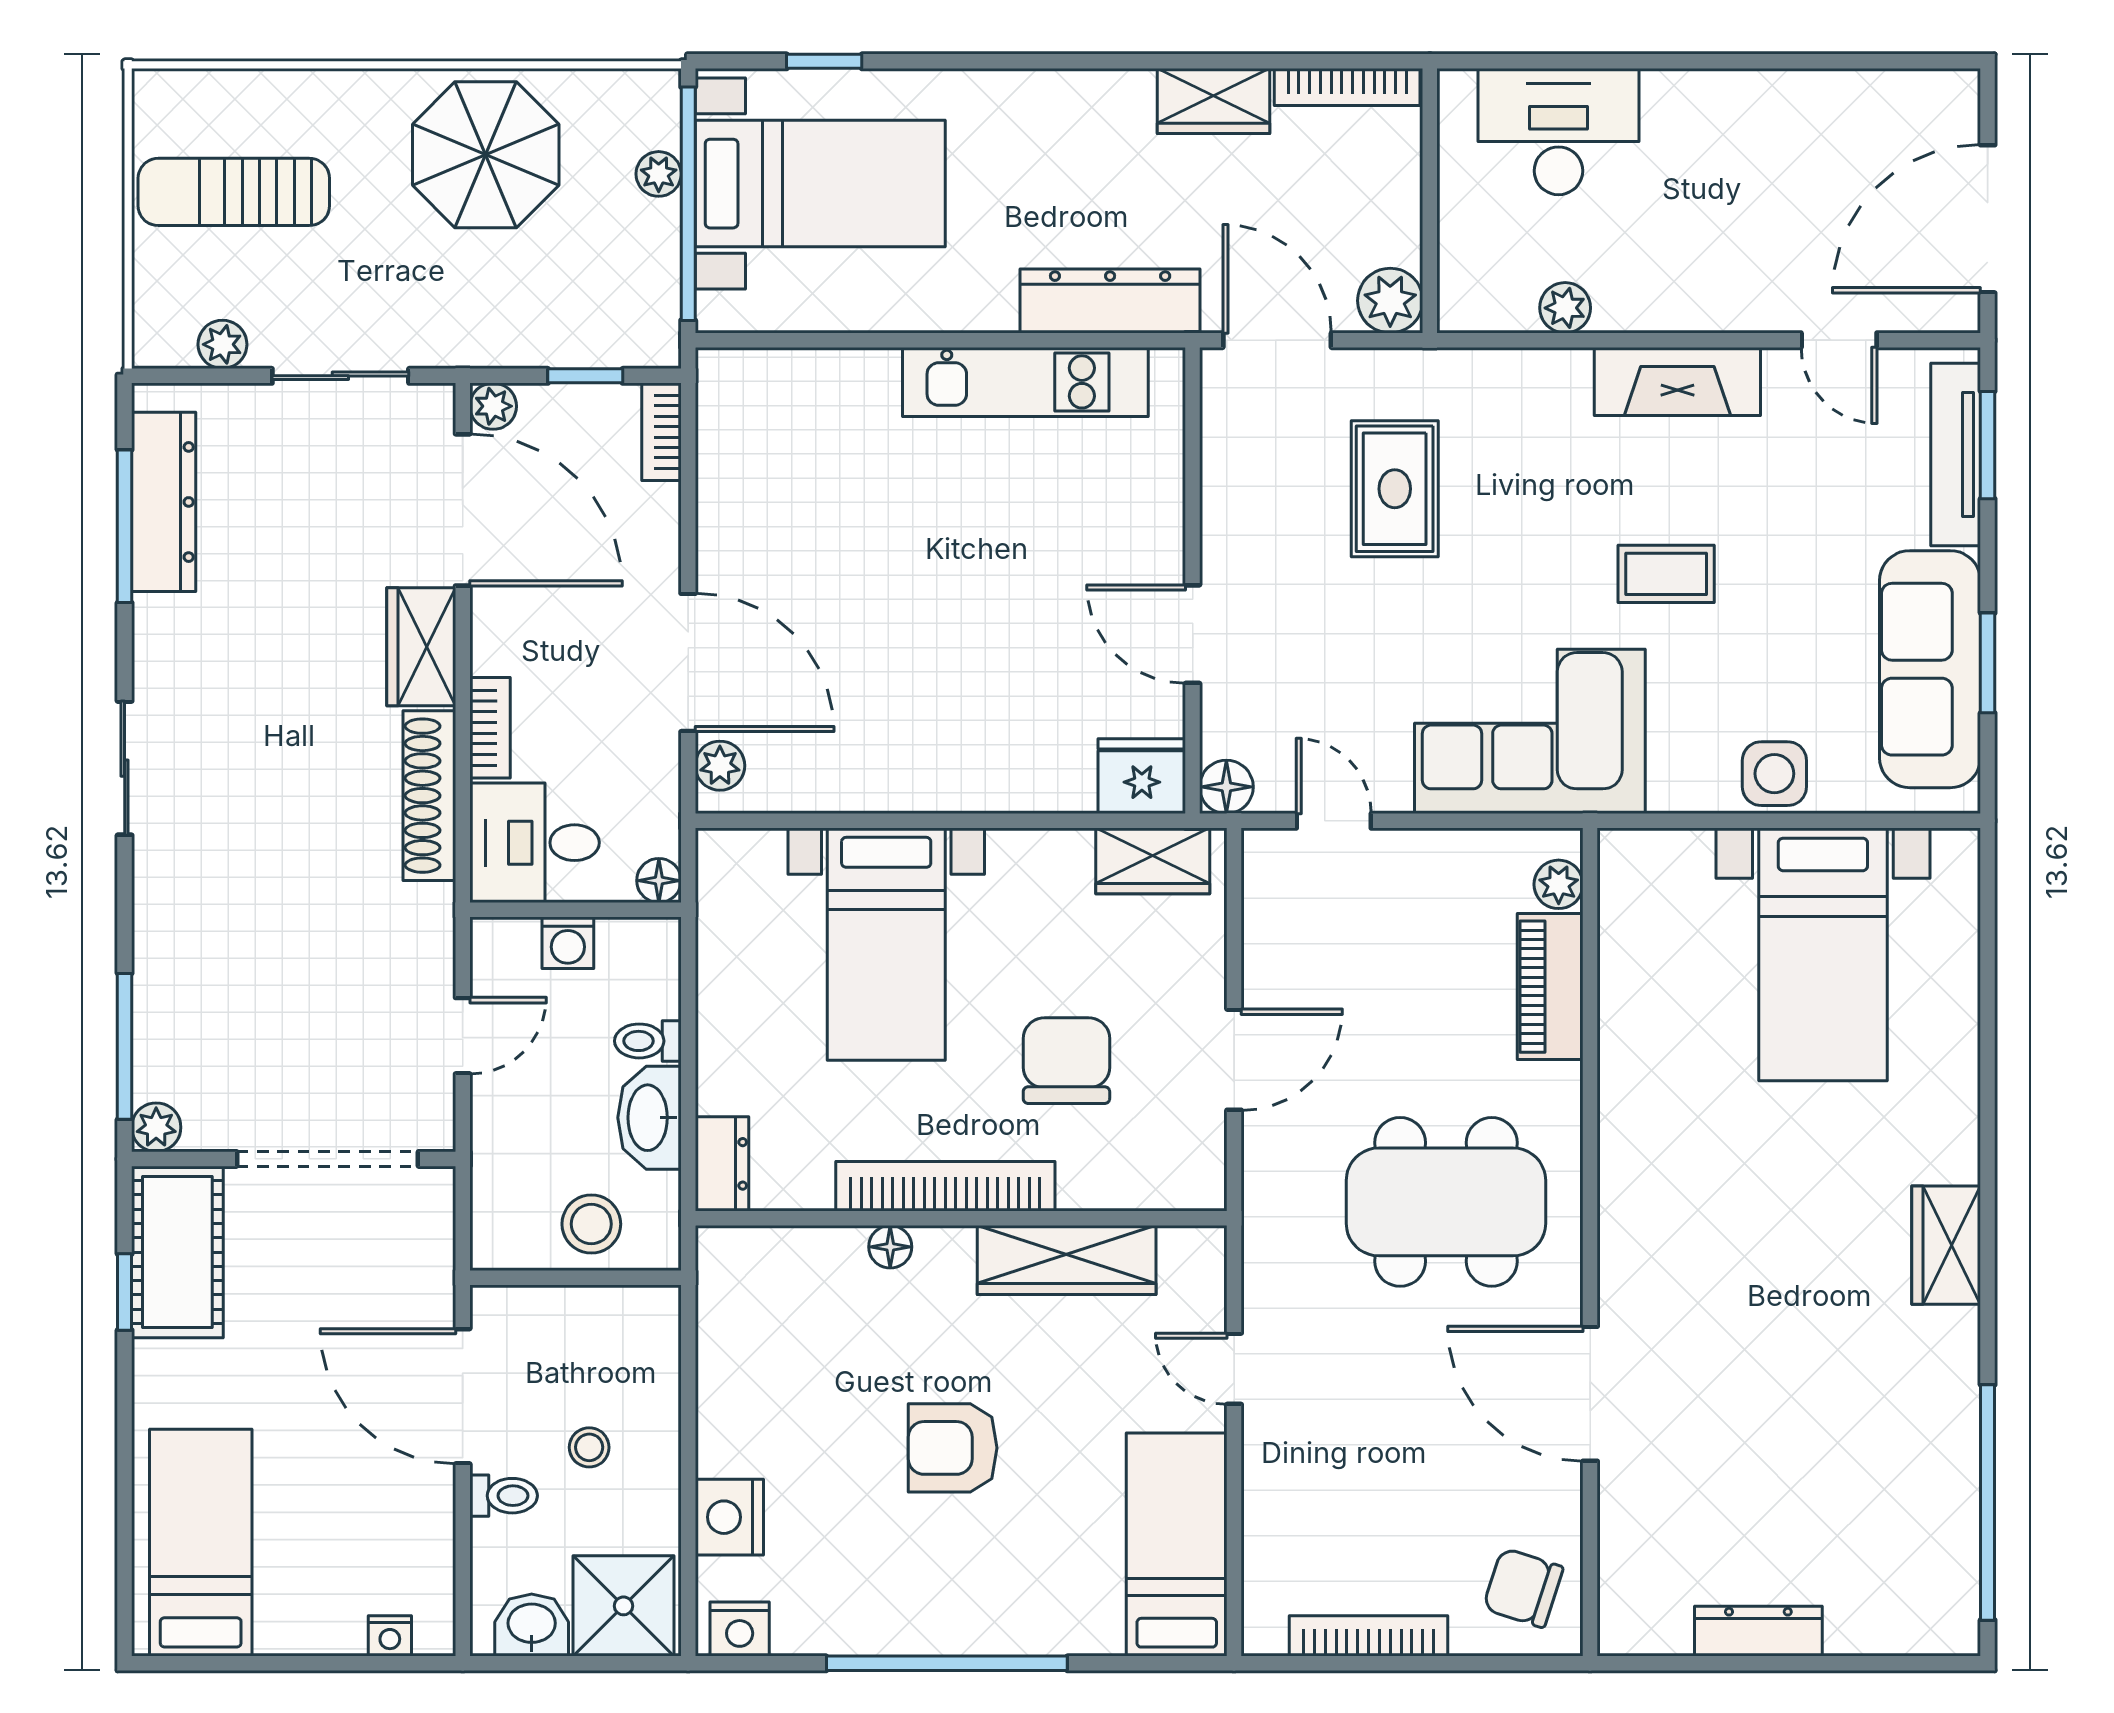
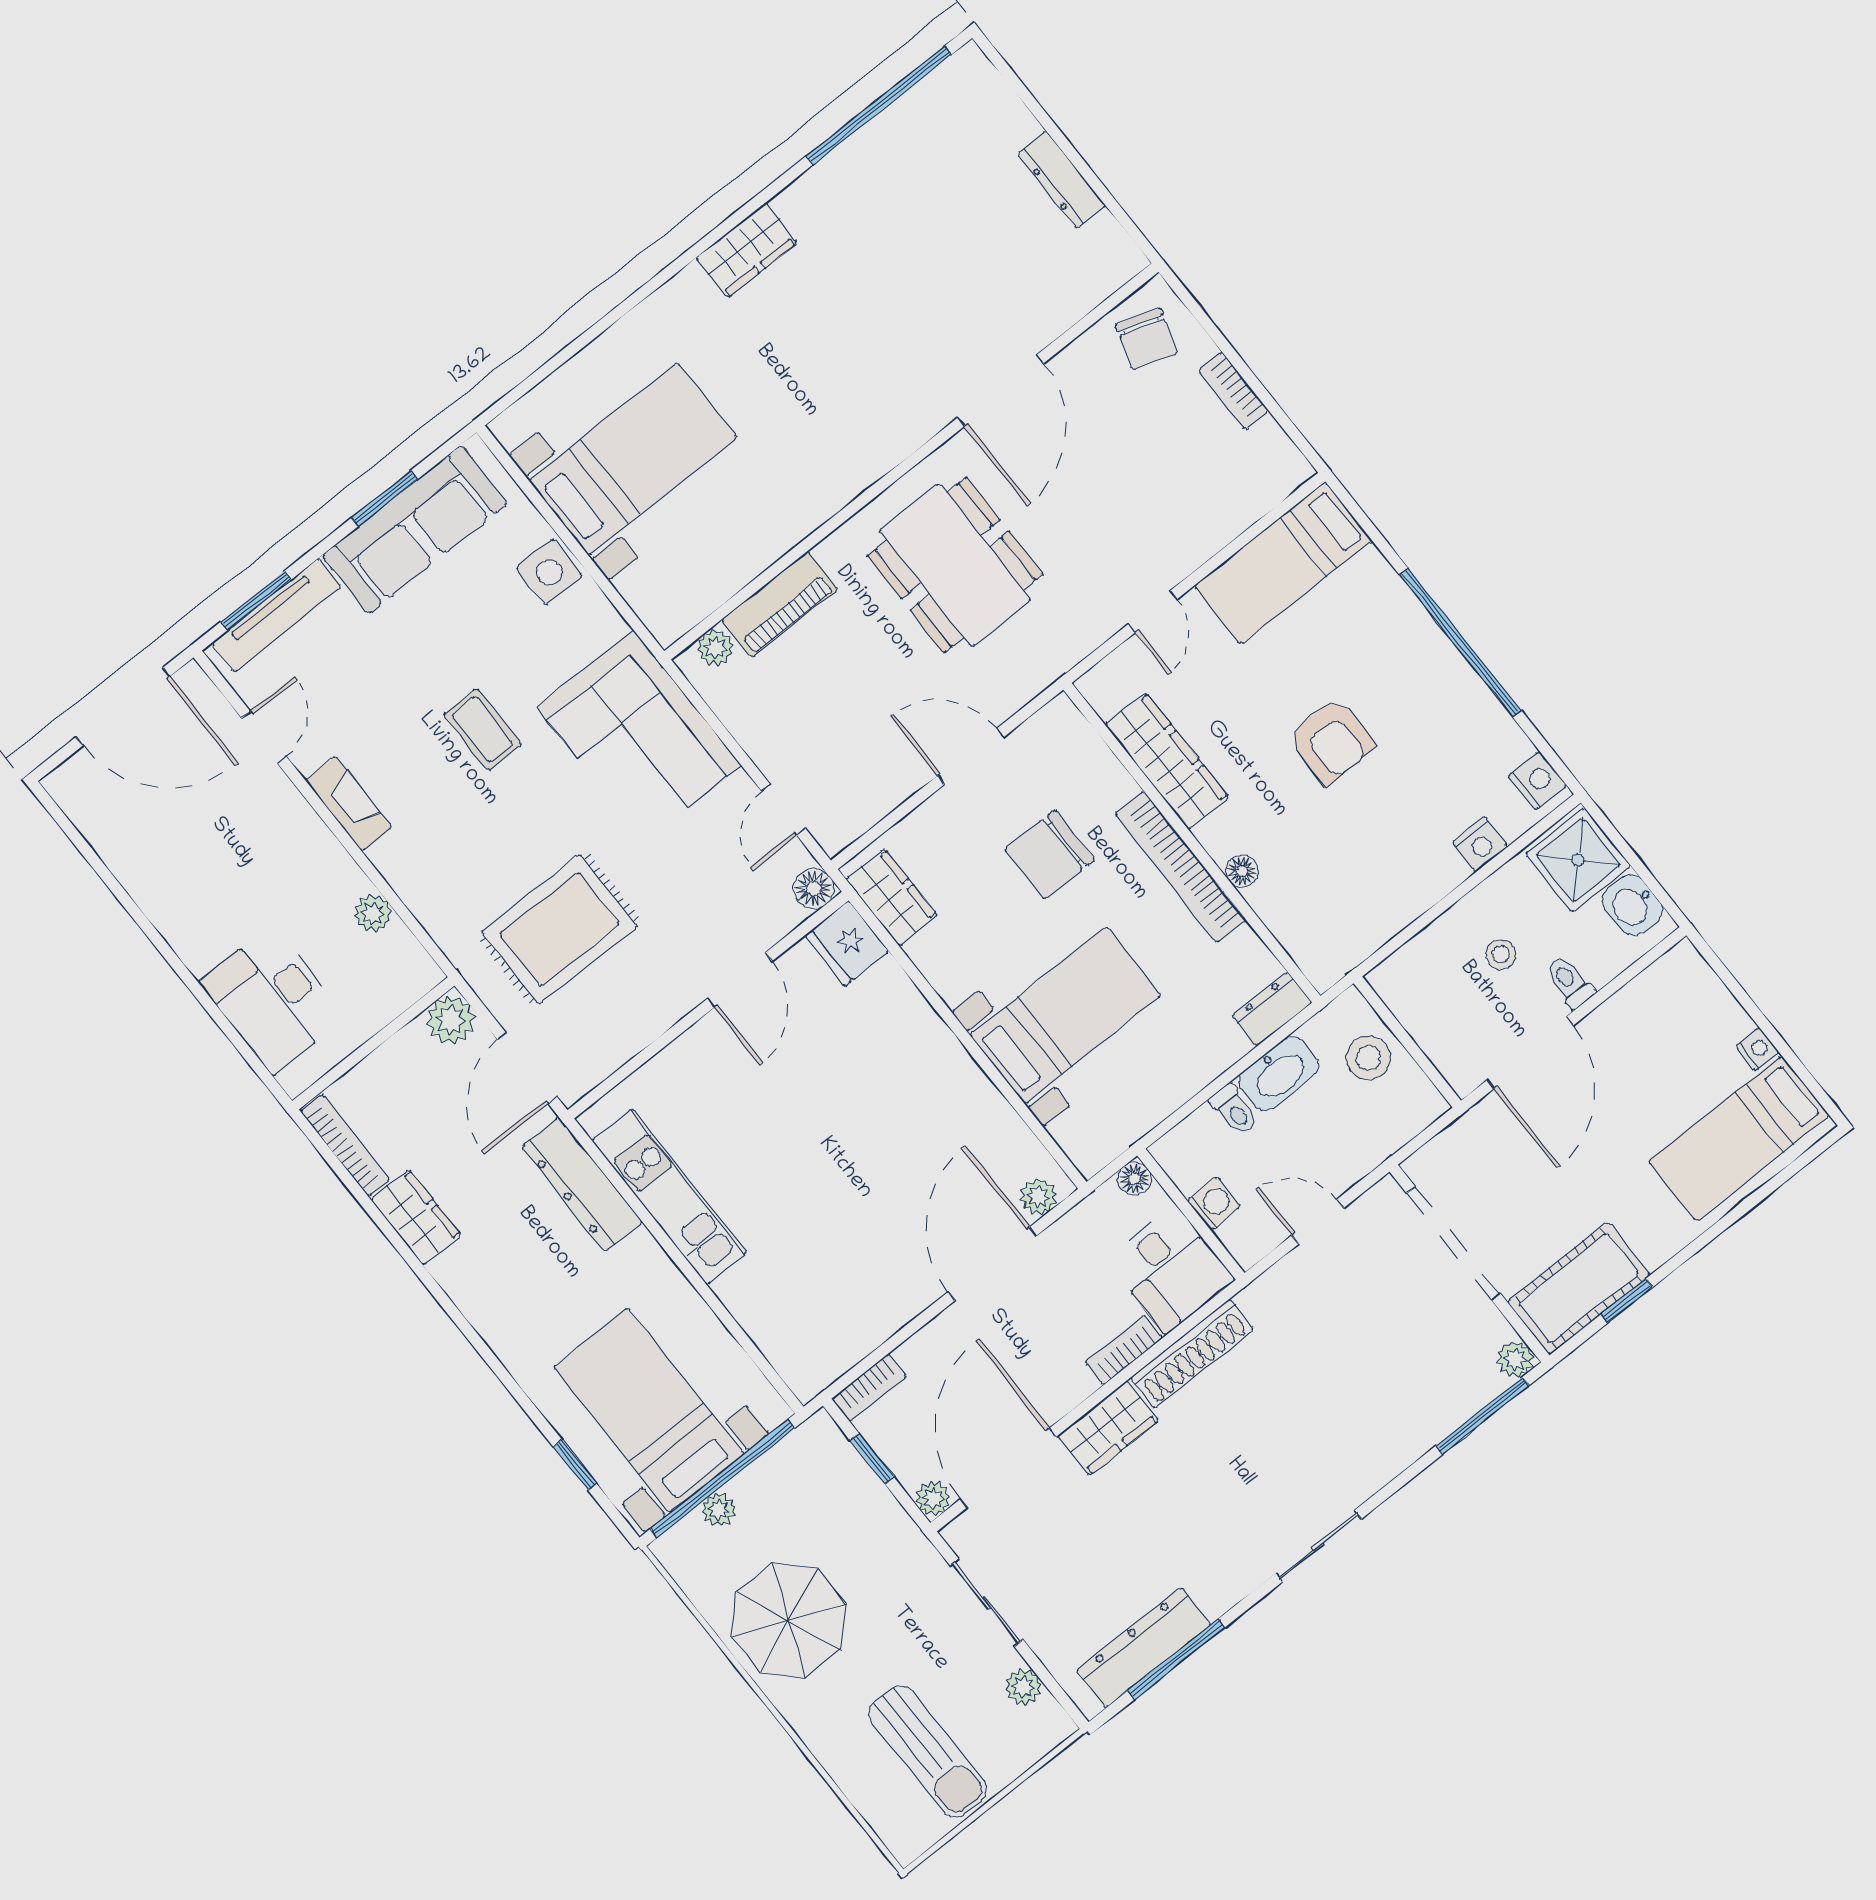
fireplace: (1677, 381) -> (348, 804), width x0.73, depth x0.76
rug: (1395, 489) -> (559, 929), width x1.36, depth x1.43
nightstand: (729, 1517) -> (1480, 844), width x0.74, depth x0.75
nightstand: (390, 1636) -> (1758, 1049), moved
bookcase: (1369, 1636) -> (1234, 391), width x0.64

